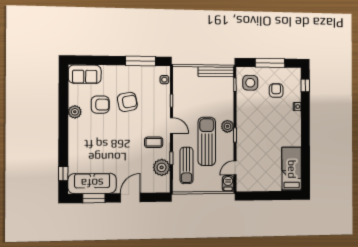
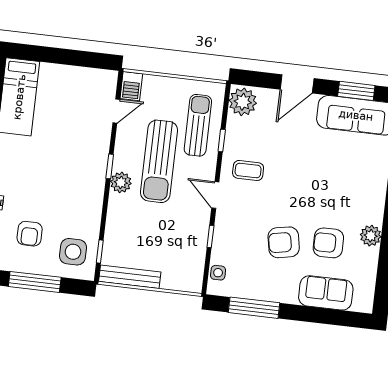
sofa: (85, 74) -> (326, 293), moved
plant: (162, 167) -> (243, 102), moved

